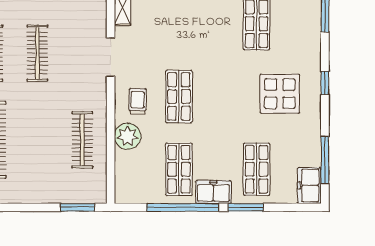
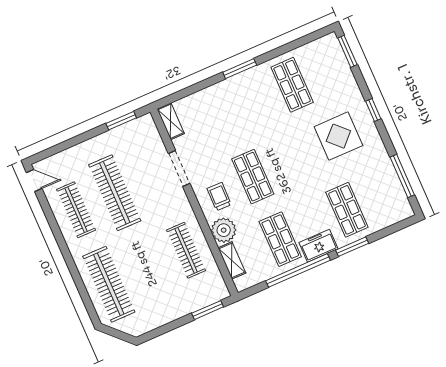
clothes rail: (37, 53) -> (115, 193), width x1.37, depth x1.31
shelving: (123, 169) -> (232, 260), added
freezer: (309, 185) -> (398, 204), removed

